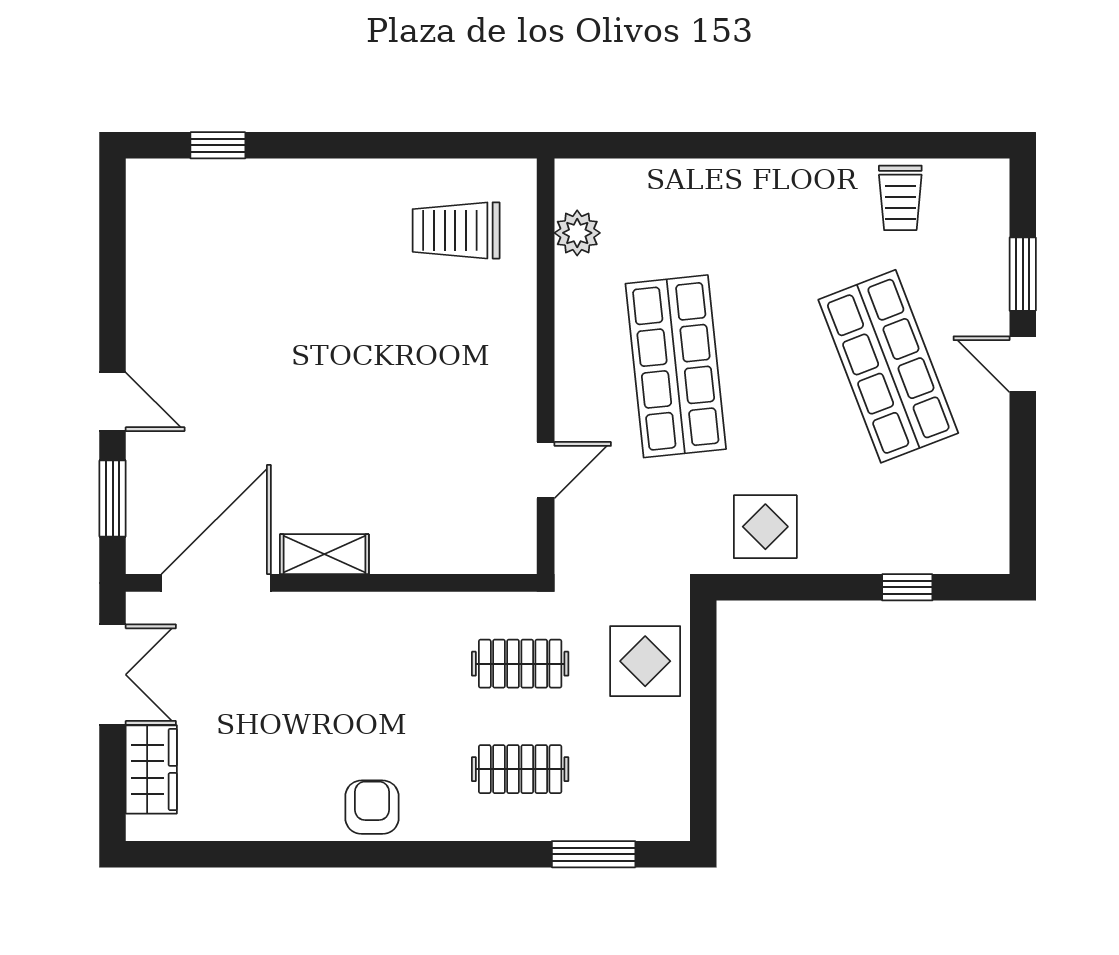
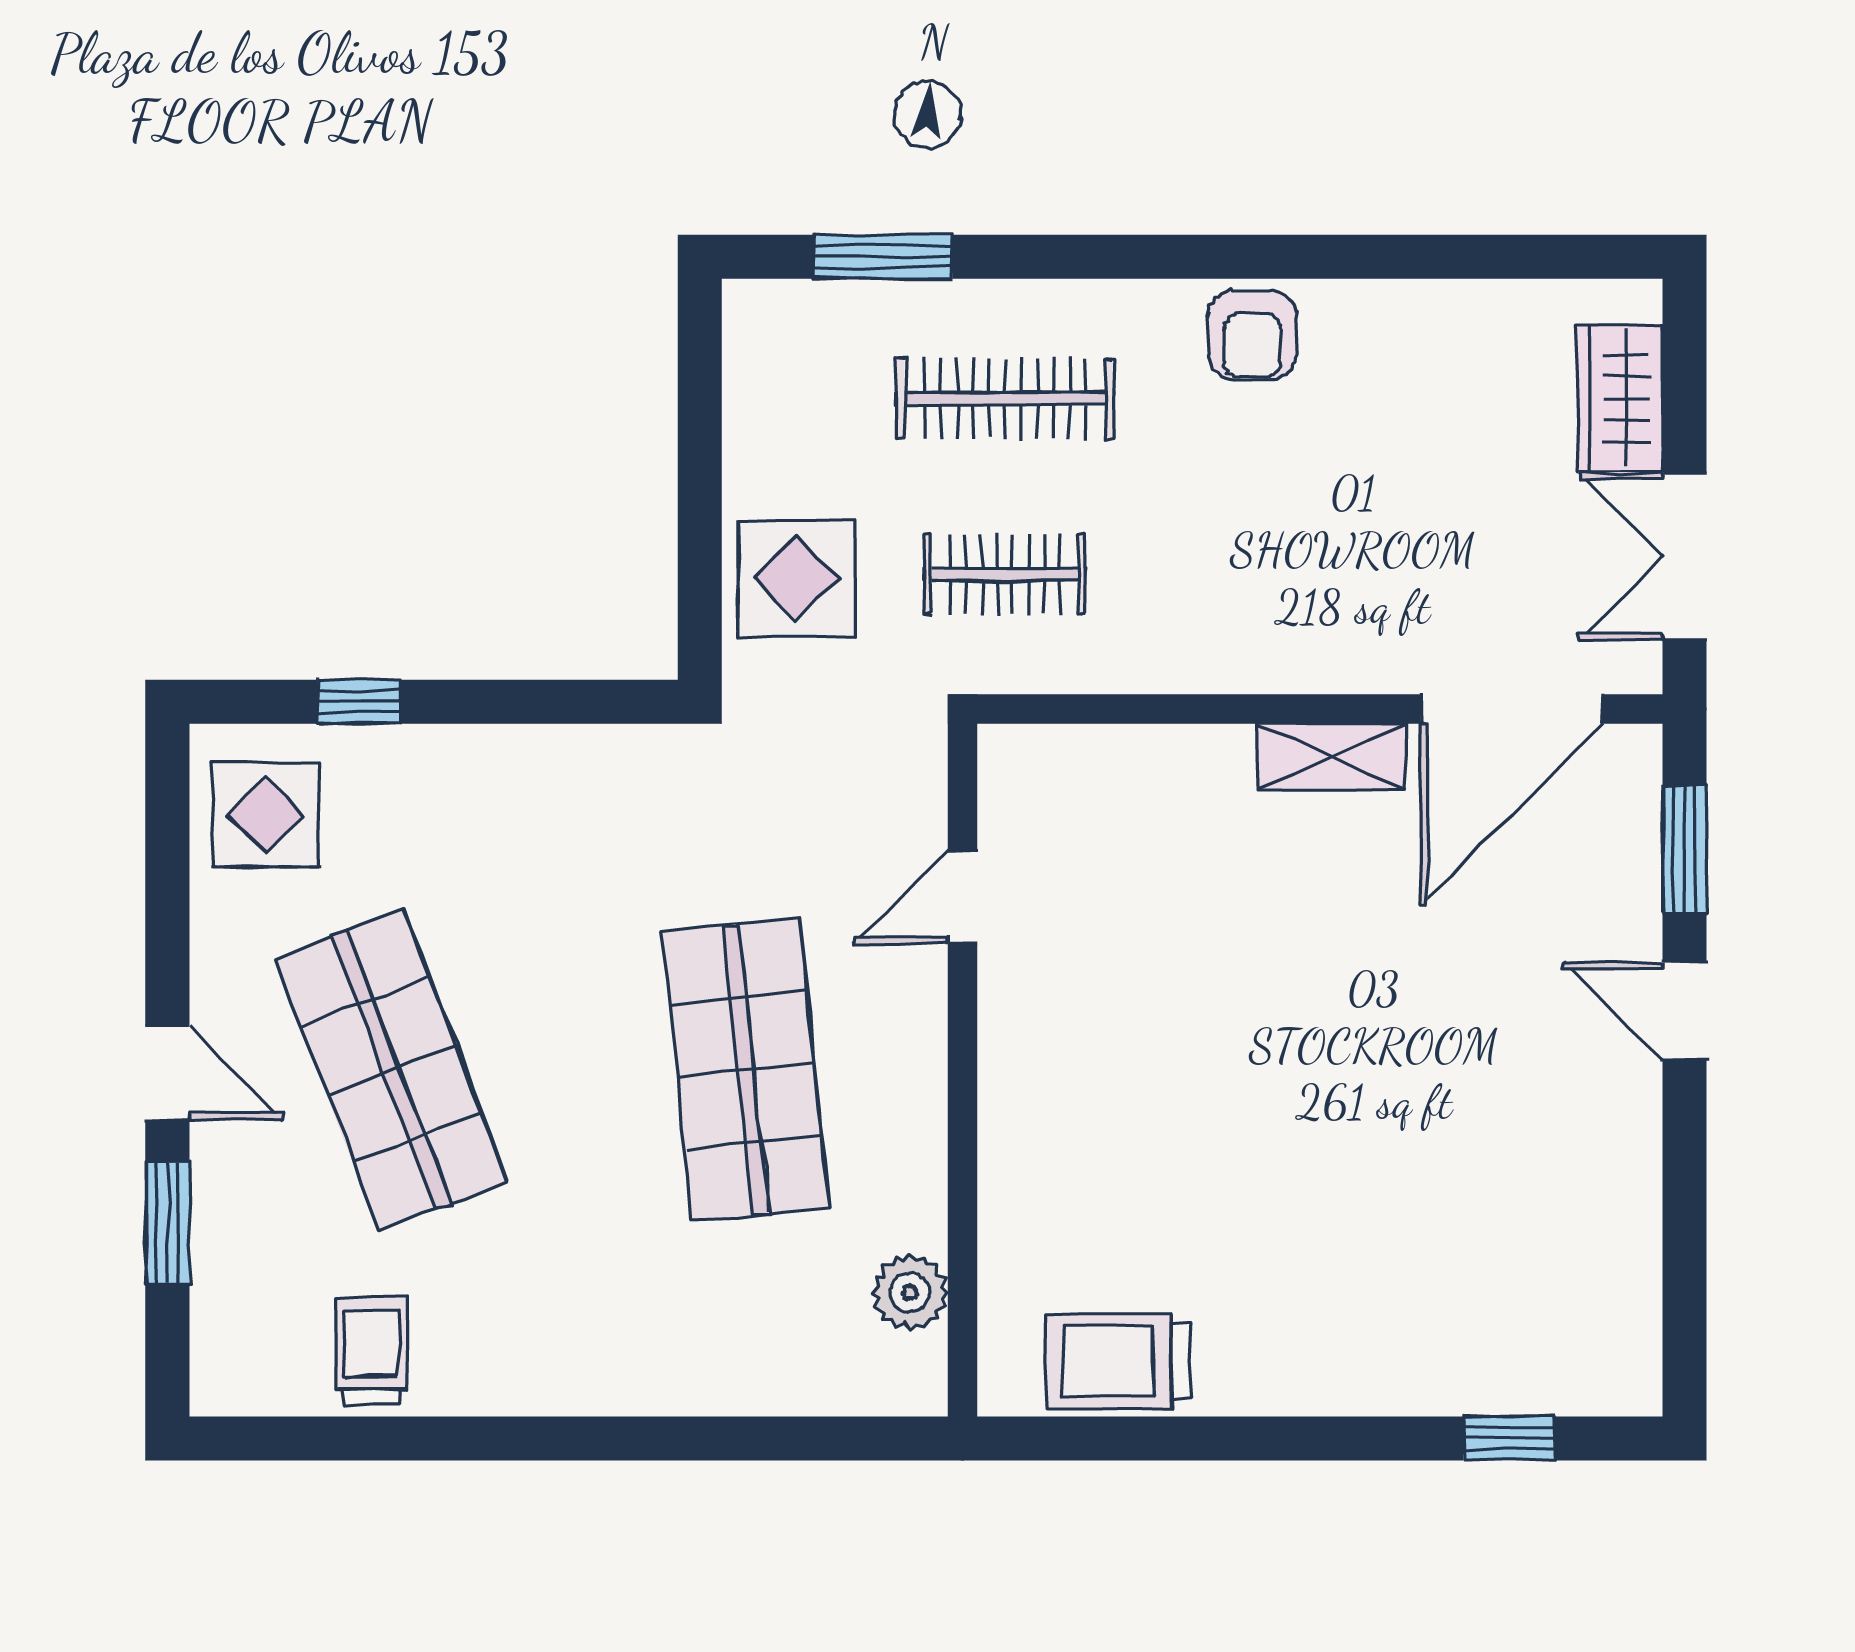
trolley: (456, 230) -> (1119, 1361), moved, turned 180
display table: (765, 527) -> (266, 815), moved
clothes rail: (520, 769) -> (1005, 399), width x1.36

